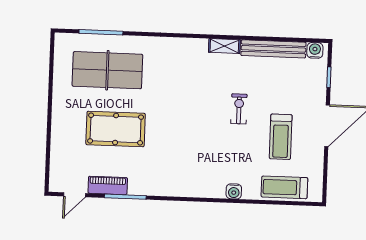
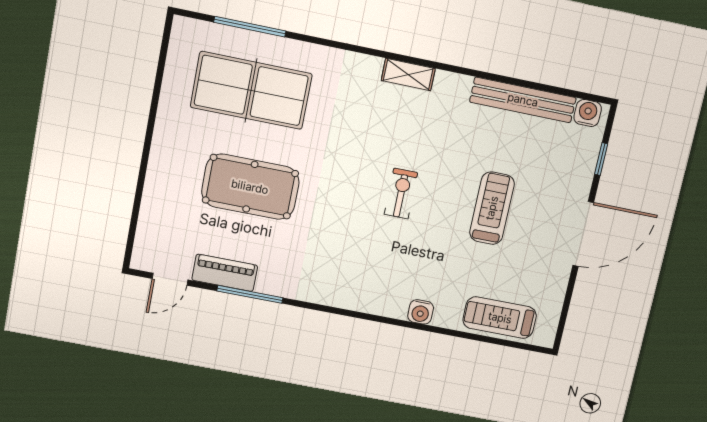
shelving: (224, 46) -> (408, 75), moved
exercise bike: (239, 109) -> (401, 193), moved
treadmill: (281, 137) -> (492, 208), moved, turned 180

